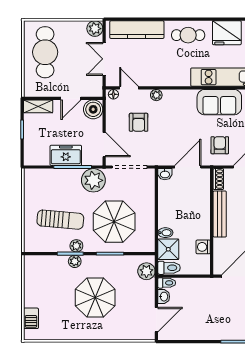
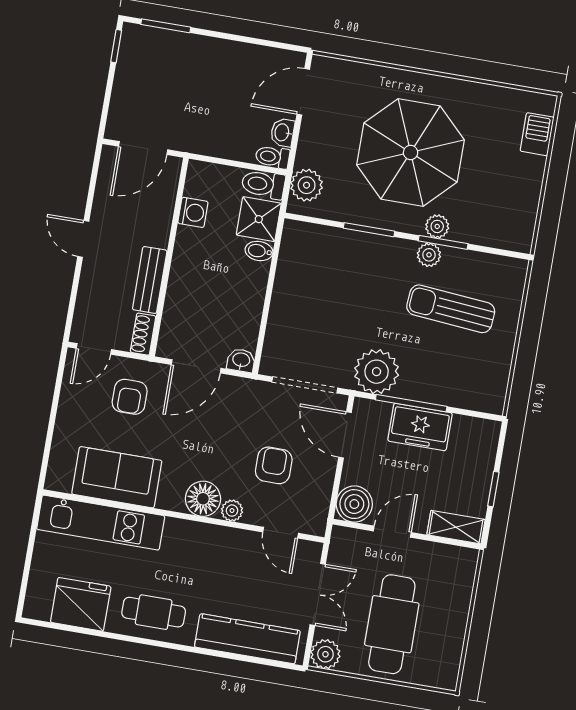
cafe table: (45, 52) -> (392, 624), moved
floor lamp: (113, 94) -> (203, 499), moved, width x1.89, depth x1.89
bench: (220, 214) -> (150, 280), width x0.73
parasol: (114, 222) -> (351, 288), removed
parasol: (95, 298) -> (411, 152), width x1.36, depth x1.36

